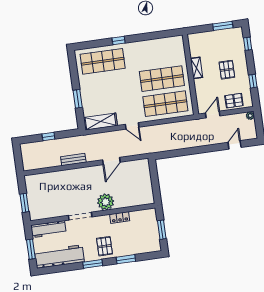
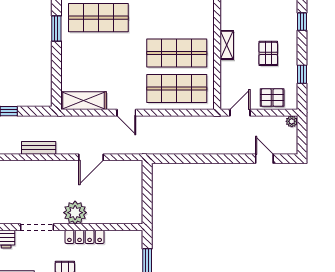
window: (78, 99) -> (56, 28), moved
door: (235, 145) -> (264, 159), hinge flipped
locker: (120, 217) -> (85, 237), width x1.53

